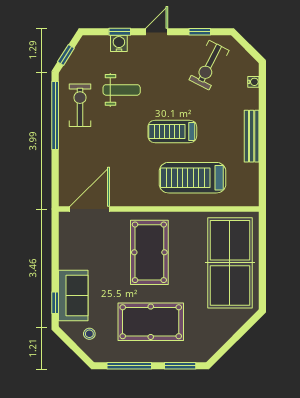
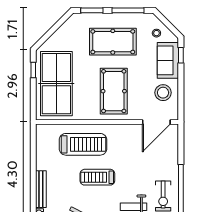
treadmill: (172, 131) -> (97, 177), turned 180
bench: (252, 136) -> (41, 189), moved
stool: (80, 250) -> (163, 93), added
window: (262, 282) -> (33, 70), added

